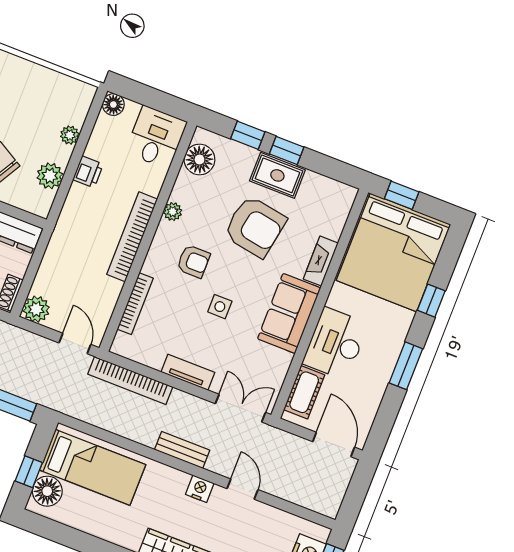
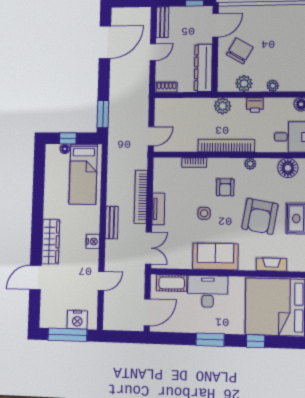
fireplace: (321, 261) -> (271, 265), moved
bookcase: (135, 304) -> (194, 163), width x0.64
plant: (36, 309) -> (223, 106), moved
bookcase: (130, 380) -> (141, 197), moved
door: (243, 489) -> (101, 281), moved
floor lamp: (47, 491) -> (65, 149), width x0.53, depth x0.53

